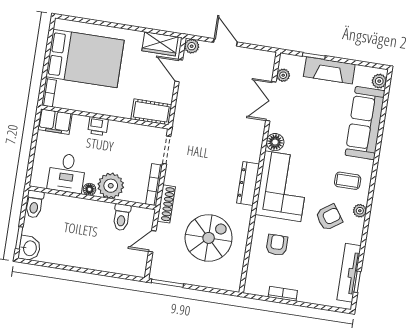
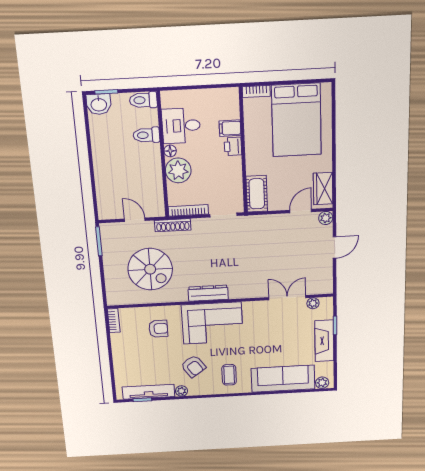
filing cabinet: (55, 122) -> (230, 128), moved, width x0.50
floor lamp: (275, 142) -> (251, 309), removed
plant: (360, 211) -> (181, 391), moved
toilet: (122, 217) -> (146, 135), moved
bookcase: (283, 294) -> (114, 321), moved

